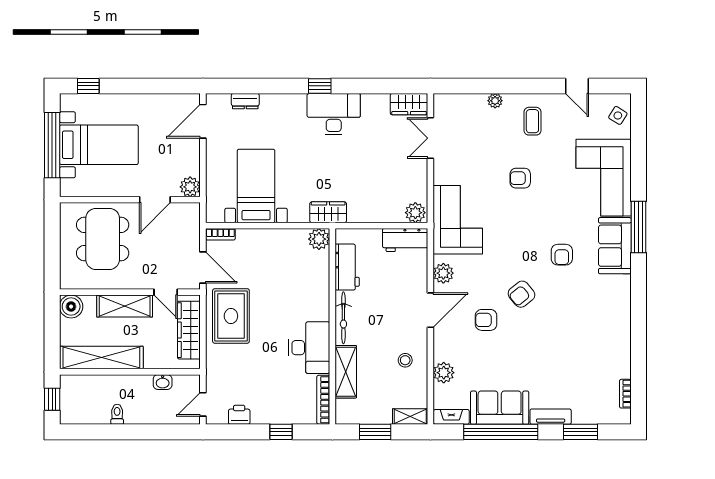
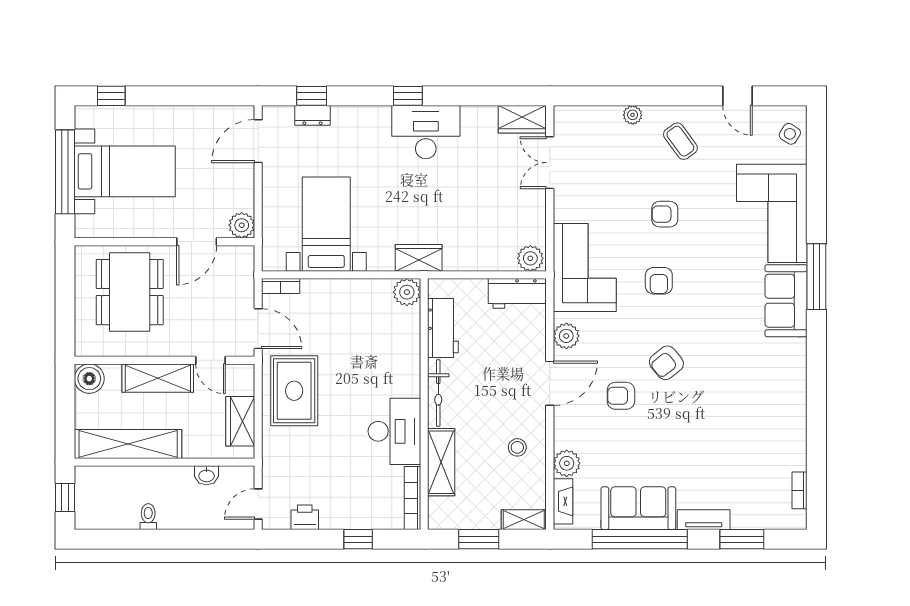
window: (245, 86) -> (312, 96), added
coffee table: (532, 121) -> (680, 141), turned -36
armchair: (562, 255) -> (659, 281), moved
wardrobe: (189, 330) -> (240, 421), width x0.67
fireplace: (451, 417) -> (563, 501), moved, turned 90

